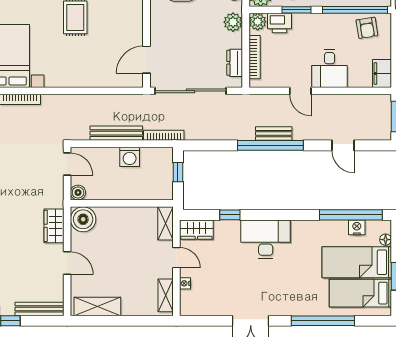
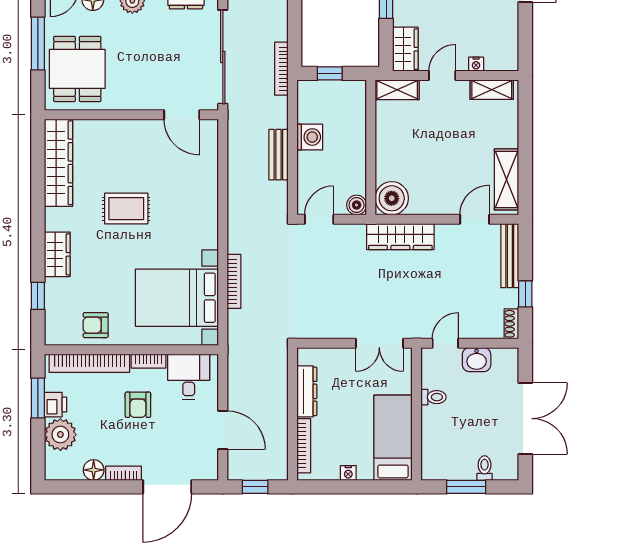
bench: (116, 133) -> (278, 155), width x0.73
bookcase: (164, 135) -> (281, 69), moved
wardrobe: (54, 226) -> (400, 237), width x1.50
door: (67, 263) -> (475, 219), moved

